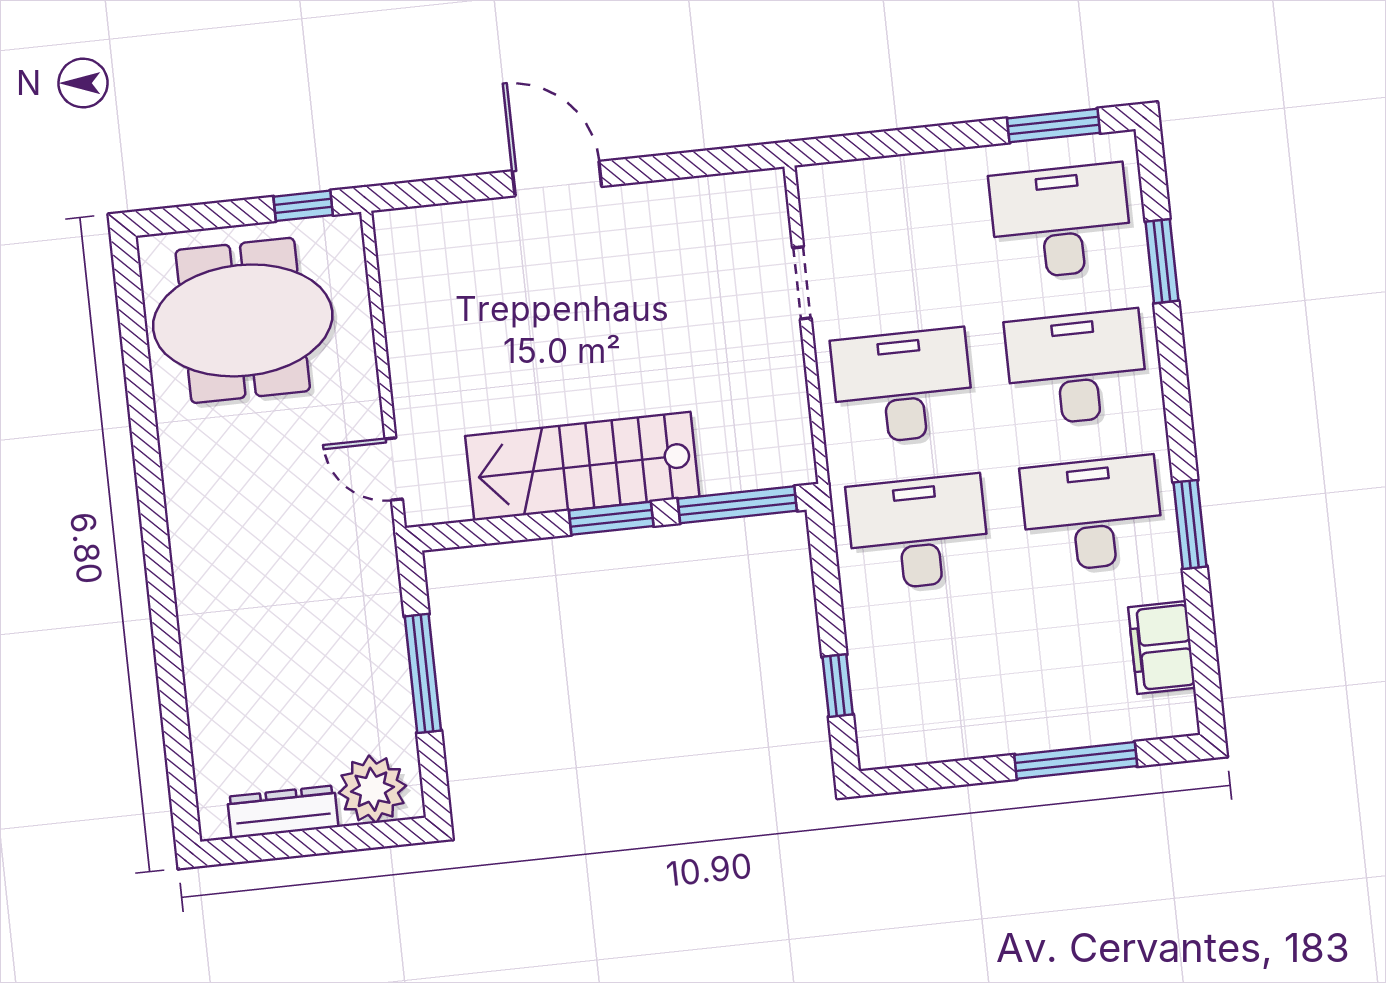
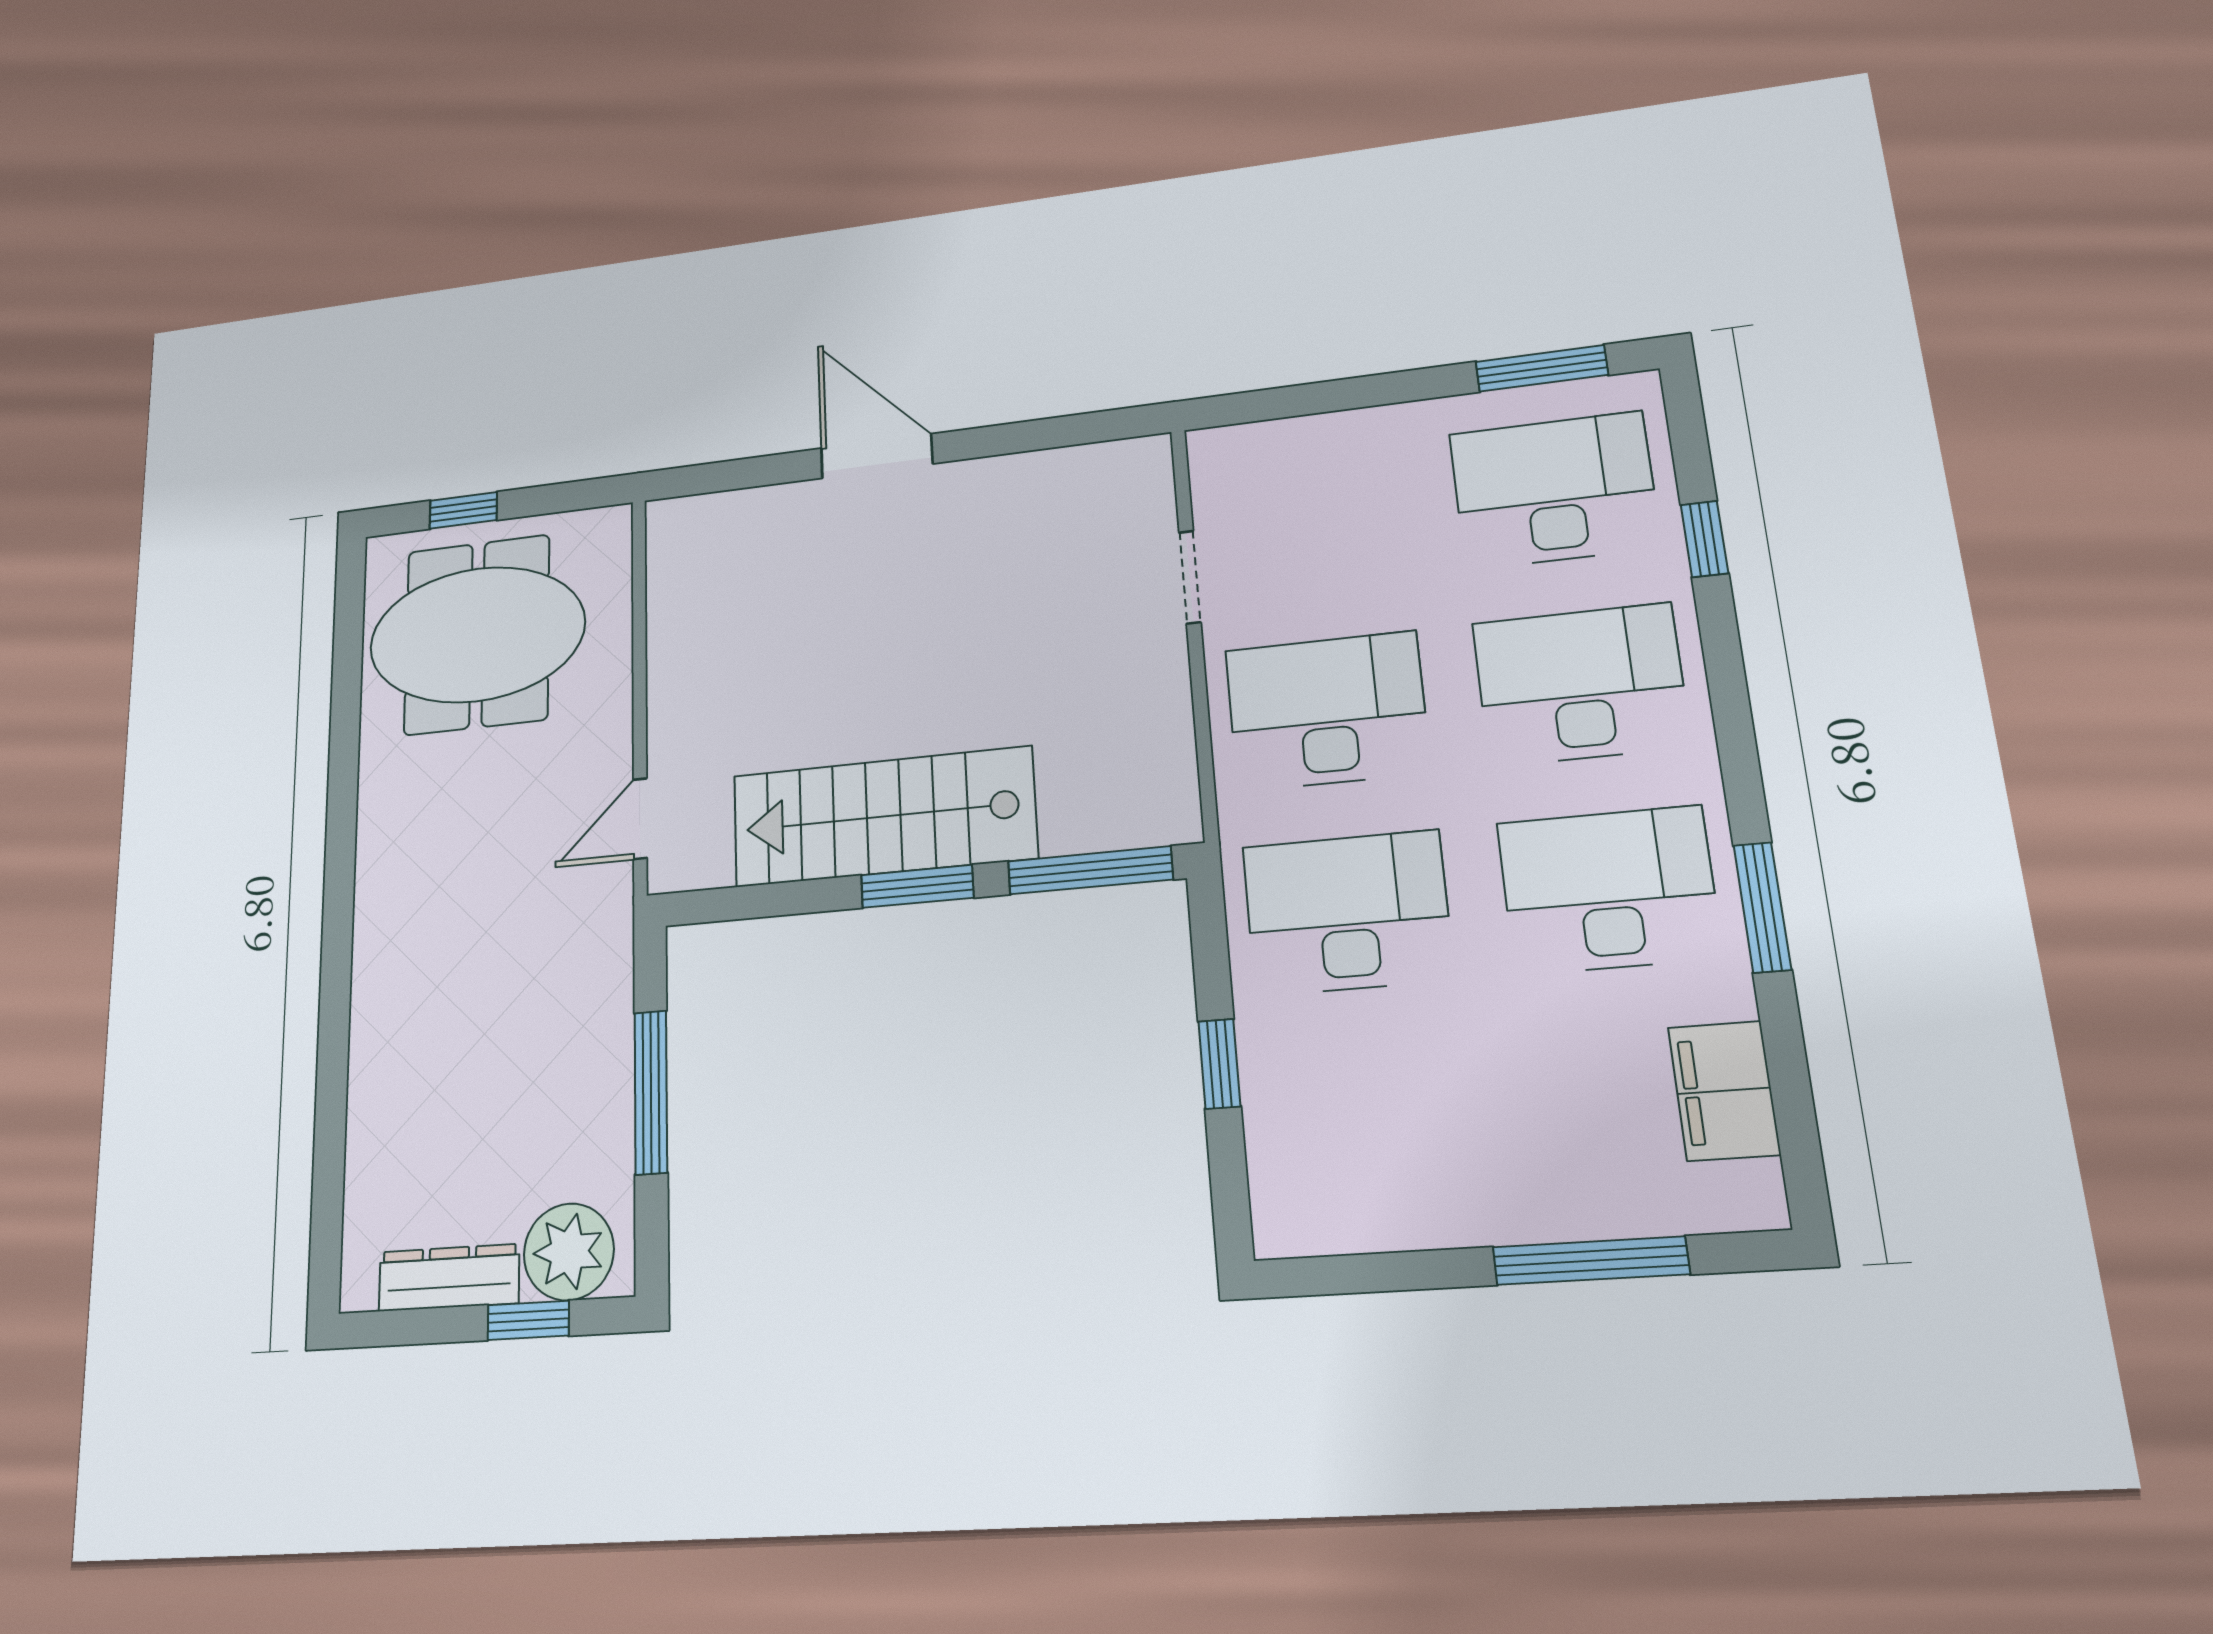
window: (303, 206) -> (463, 510), moved
window: (1162, 261) -> (1704, 539), width x0.67
door: (394, 469) -> (640, 819), hinge flipped
window: (838, 686) -> (1219, 1064), moved
window: (347, 838) -> (528, 1320), added

